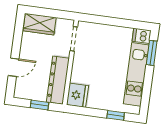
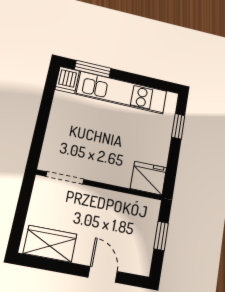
wardrobe: (40, 24) -> (50, 244), moved, turned -90
dresser: (58, 80) -> (125, 206), removed

